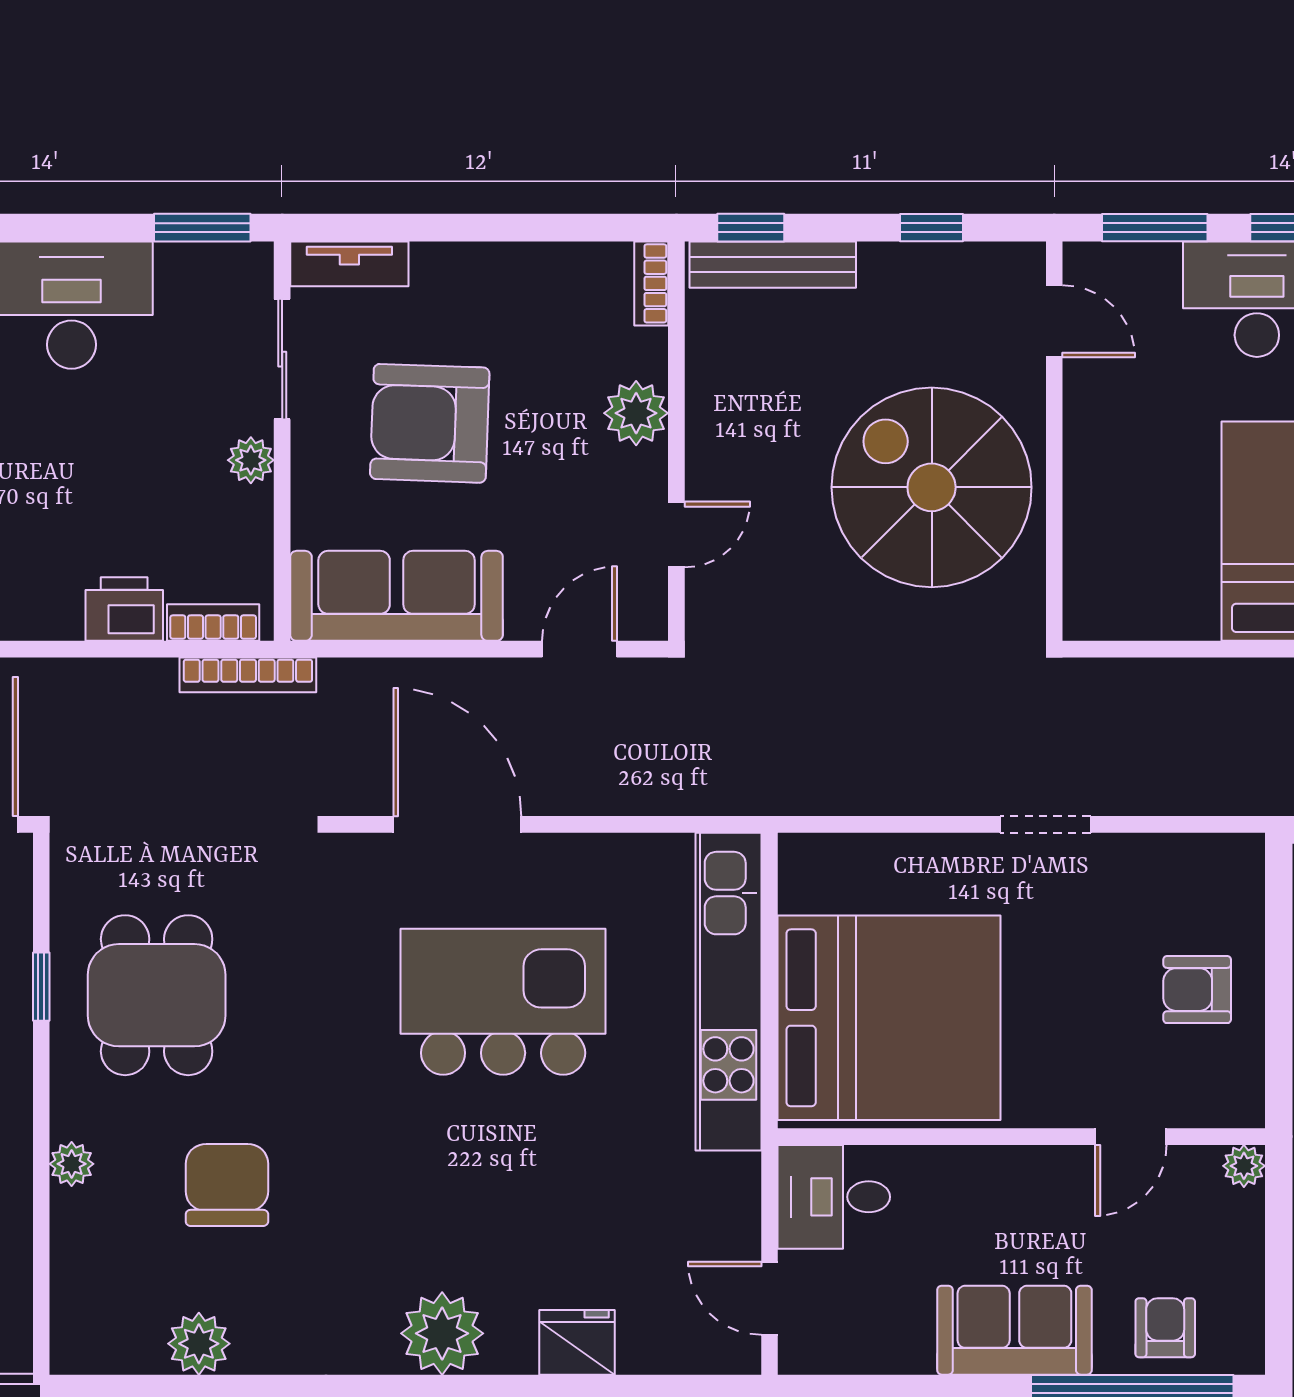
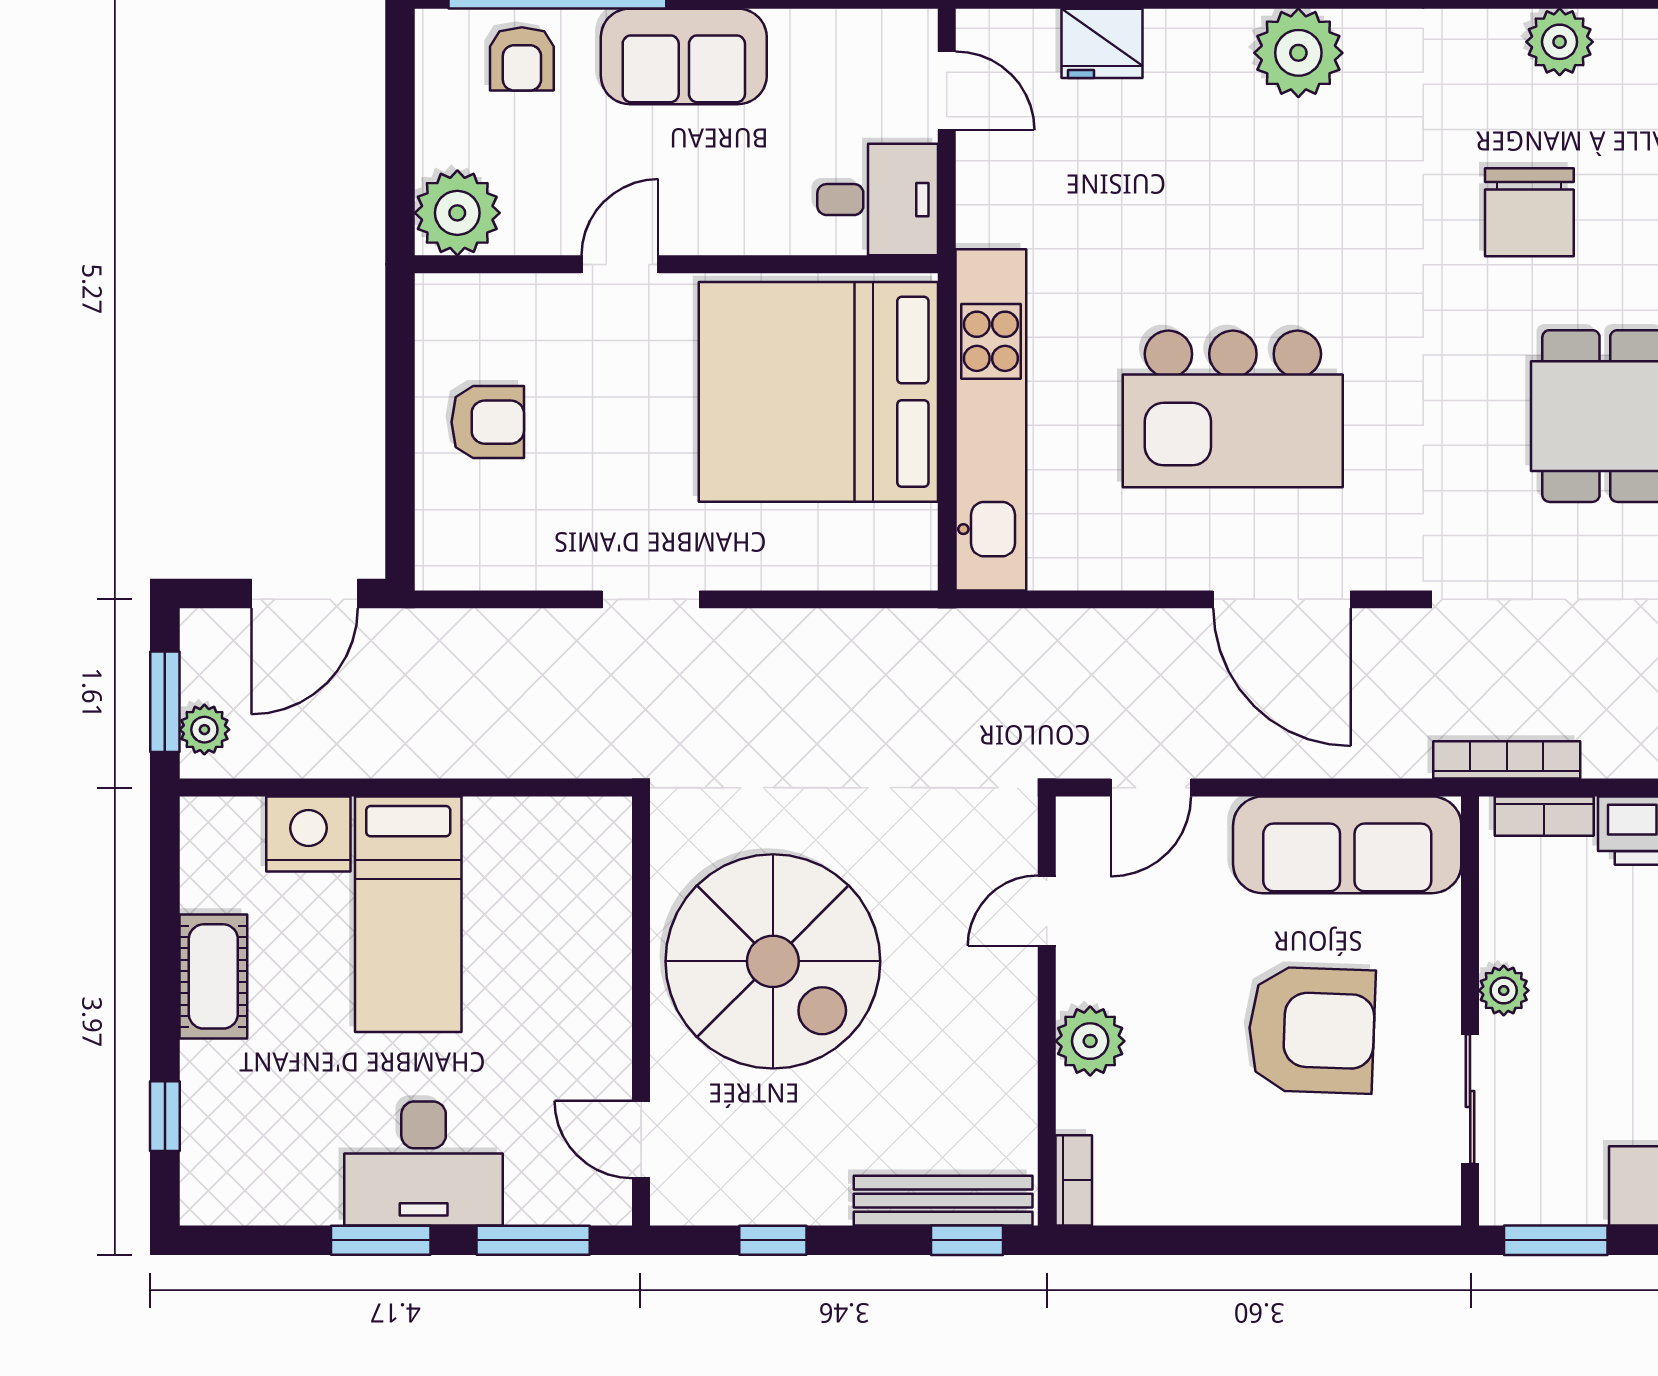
tv unit: (349, 264) -> (1398, 1201), removed
door: (1131, 1137) -> (620, 264), moved
plant: (1244, 1166) -> (457, 213), width x1.87, depth x1.87
fridge: (577, 1342) -> (1102, 43), moved

